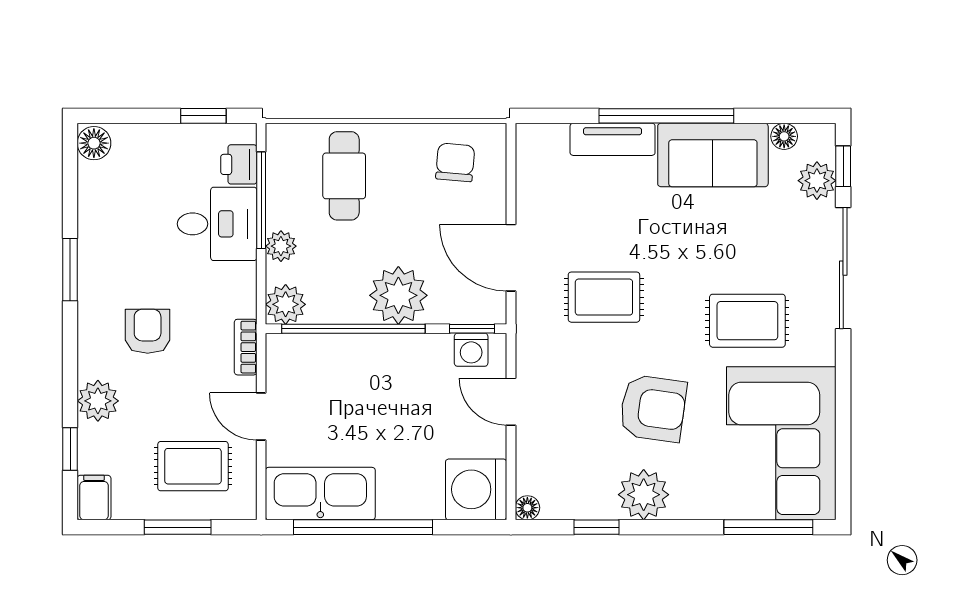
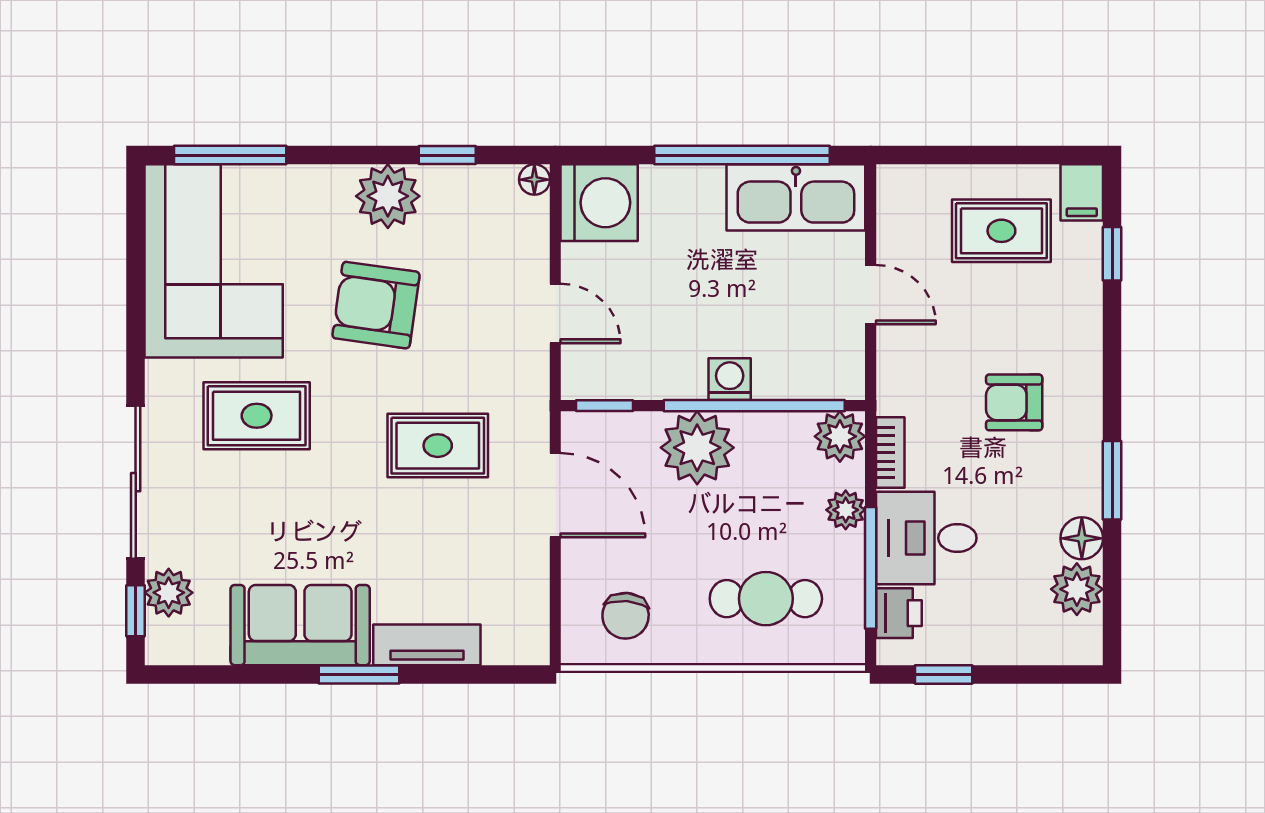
window: (666, 116) -> (359, 674), width x0.47
floor lamp: (784, 136) -> (210, 649), removed
floor lamp: (94, 143) -> (1082, 538), moved
cafe table: (344, 176) -> (766, 599), turned 90
armchair: (148, 331) -> (1014, 402), turned 90
bookcase: (246, 347) -> (890, 453), moved
washing machine: (471, 350) -> (730, 379), moved
plant: (98, 401) -> (1077, 589), moved
rug: (193, 466) -> (1001, 231), moved
window: (178, 527) -> (976, 155), removed

